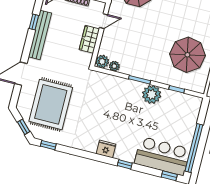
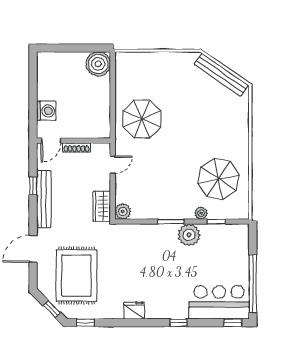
wardrobe: (89, 39) -> (102, 206), moved
plant: (114, 66) -> (201, 213), moved
fridge: (106, 149) -> (134, 311), moved

